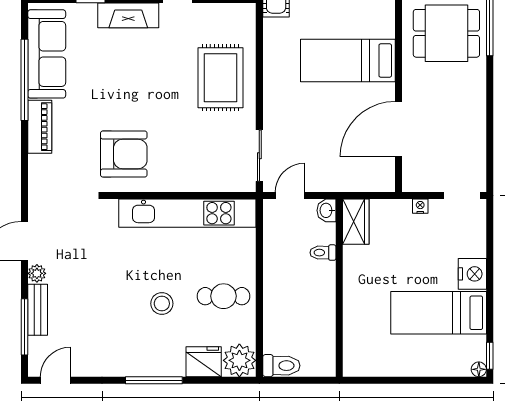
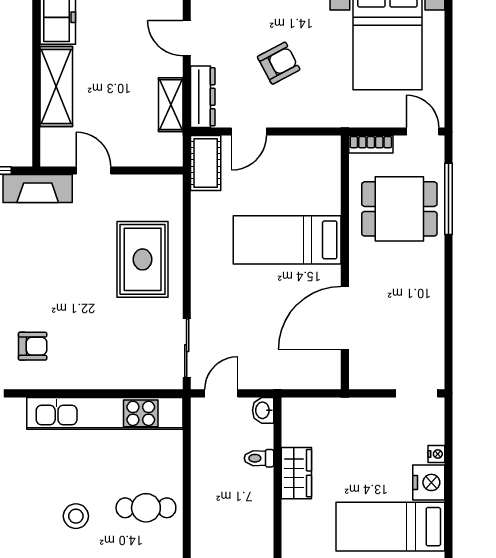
armchair: (124, 154) -> (33, 346), width x0.53, depth x0.53
nightstand: (420, 206) -> (436, 454), moved, turned 90
wardrobe: (356, 222) -> (296, 473), moved

